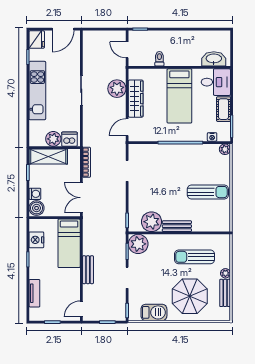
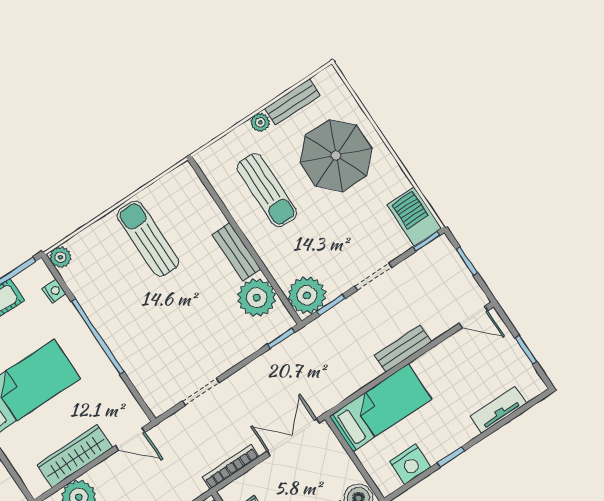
double door: (81, 198) -> (293, 437), swing flipped
barbecue: (154, 312) -> (414, 216), moved

